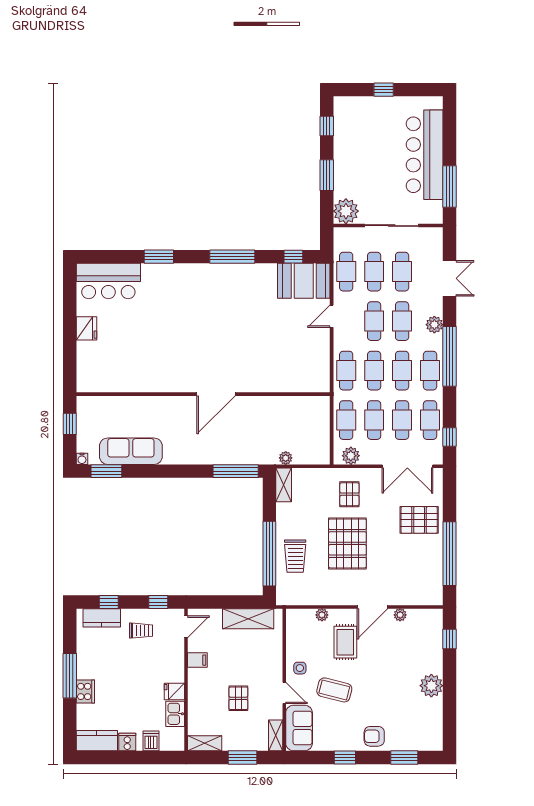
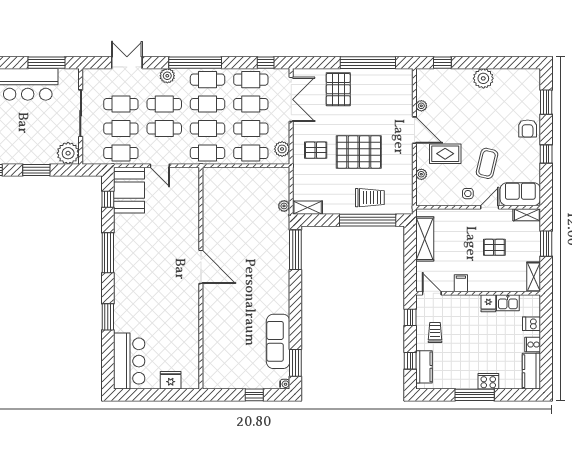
wall: (203, 394) -> (201, 278), moved
door: (216, 394) -> (201, 267), moved

